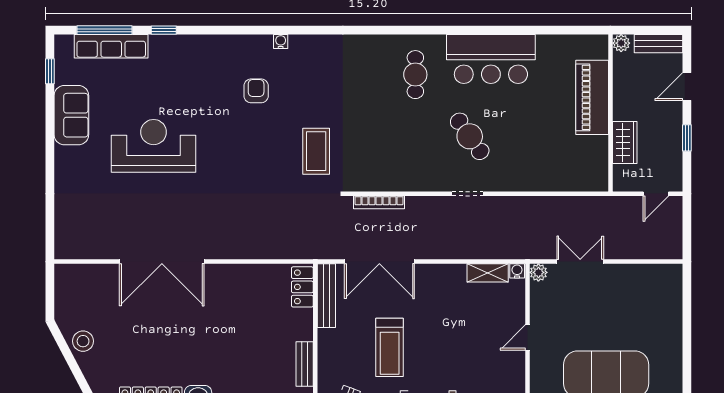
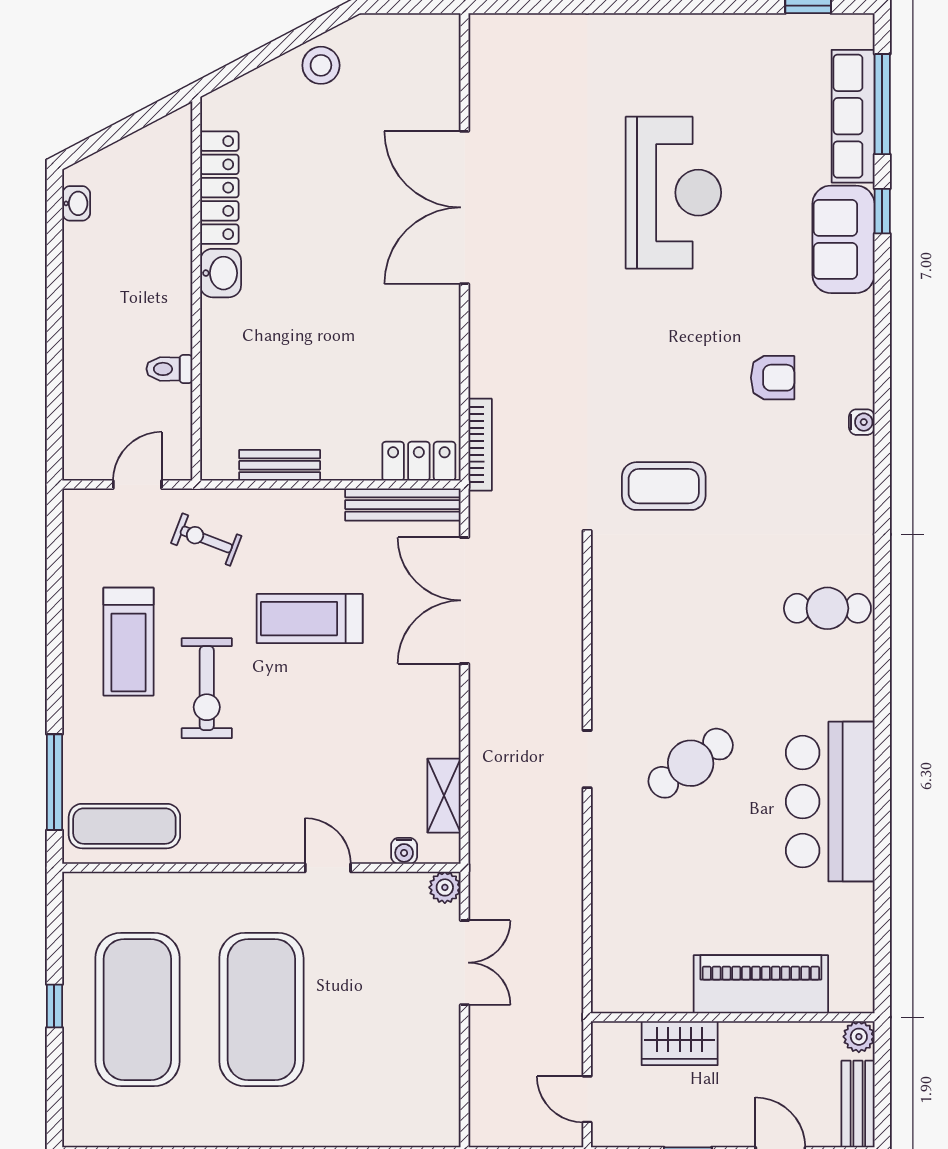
cafe table: (415, 75) -> (827, 608), moved
sofa: (71, 115) -> (843, 239), moved, turned 90
bookcase: (379, 202) -> (480, 445), moved, turned 180
water cooler: (517, 271) -> (404, 851), moved, turned 90

